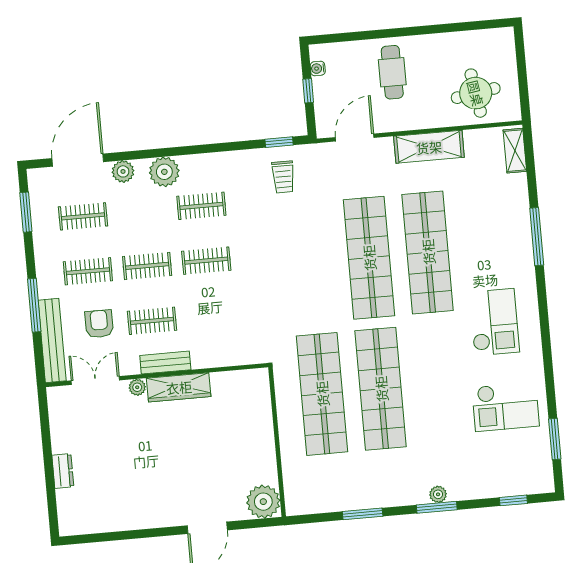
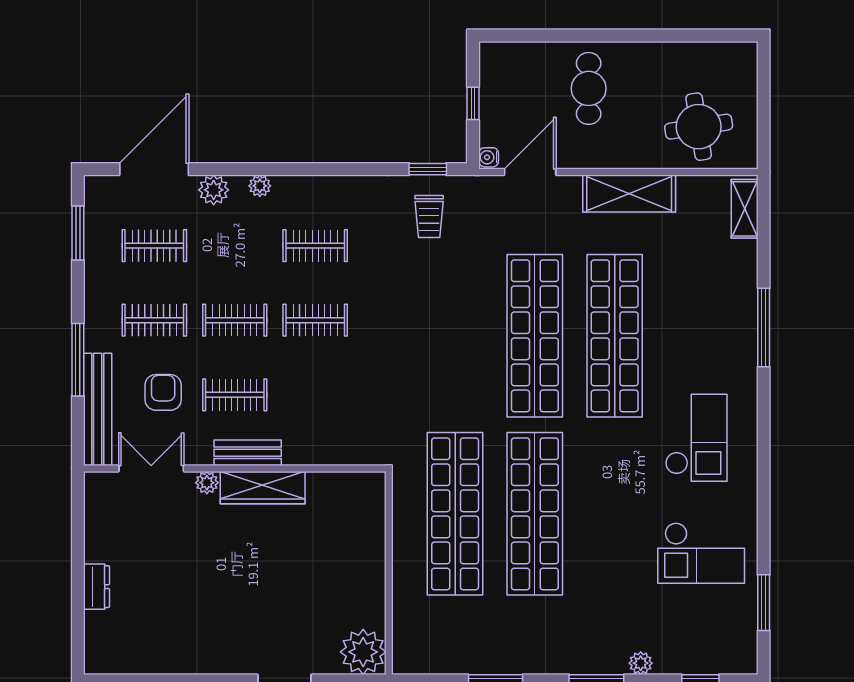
water cooler: (318, 68) -> (489, 157), moved
plant: (164, 172) -> (260, 186), width x0.53, depth x0.53
plant: (438, 494) -> (641, 663), moved

